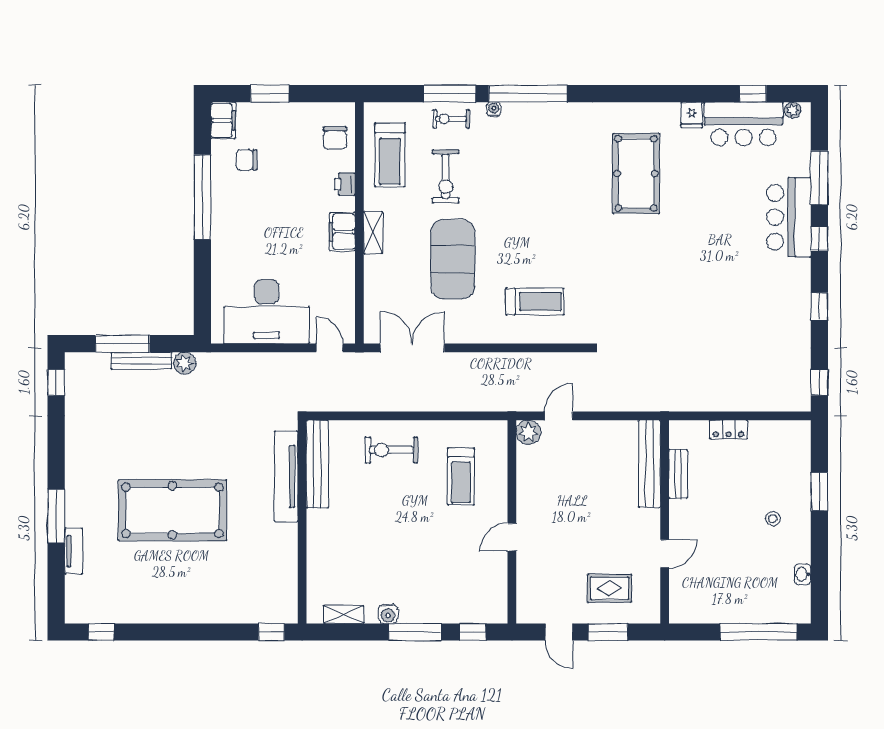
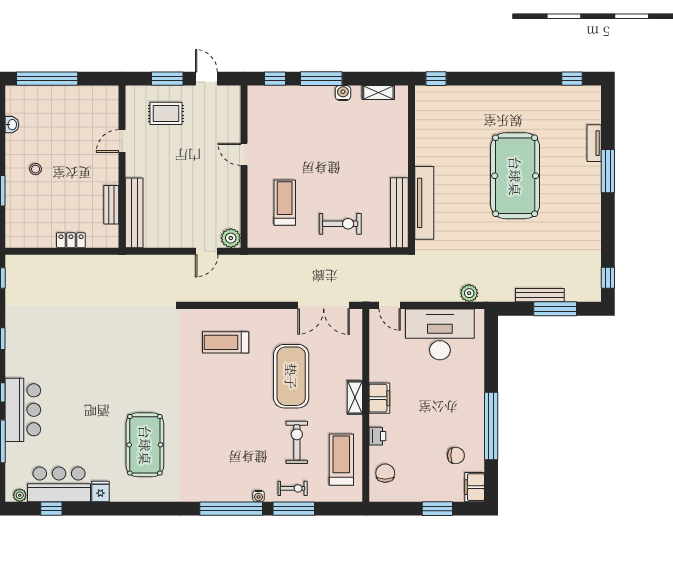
plant: (184, 363) -> (469, 293), moved
pool table: (172, 510) -> (515, 176), turned 90
door: (512, 537) -> (244, 154), swing flipped

